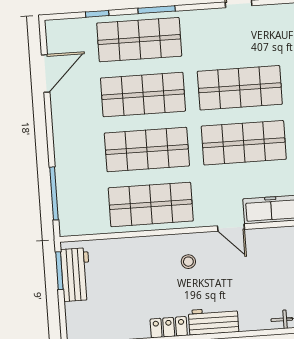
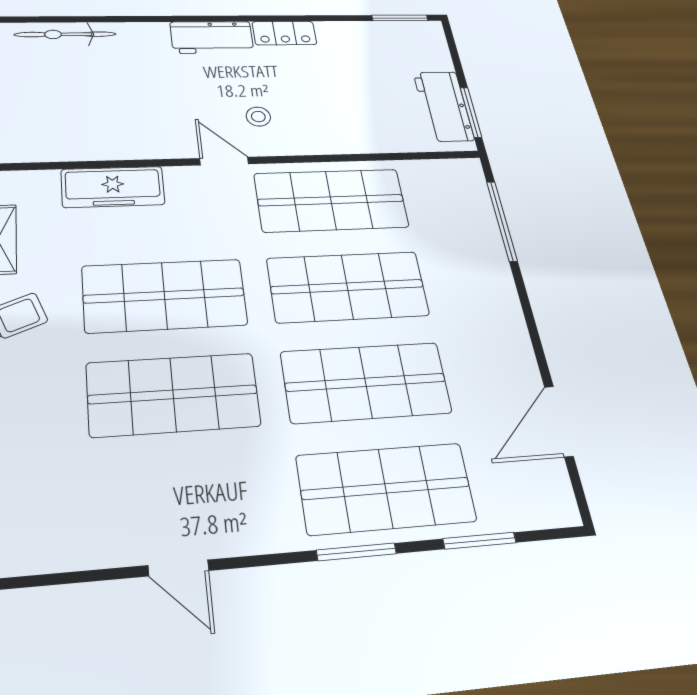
window: (97, 14) -> (480, 541), width x1.50
door: (231, 228) -> (224, 161), moved

